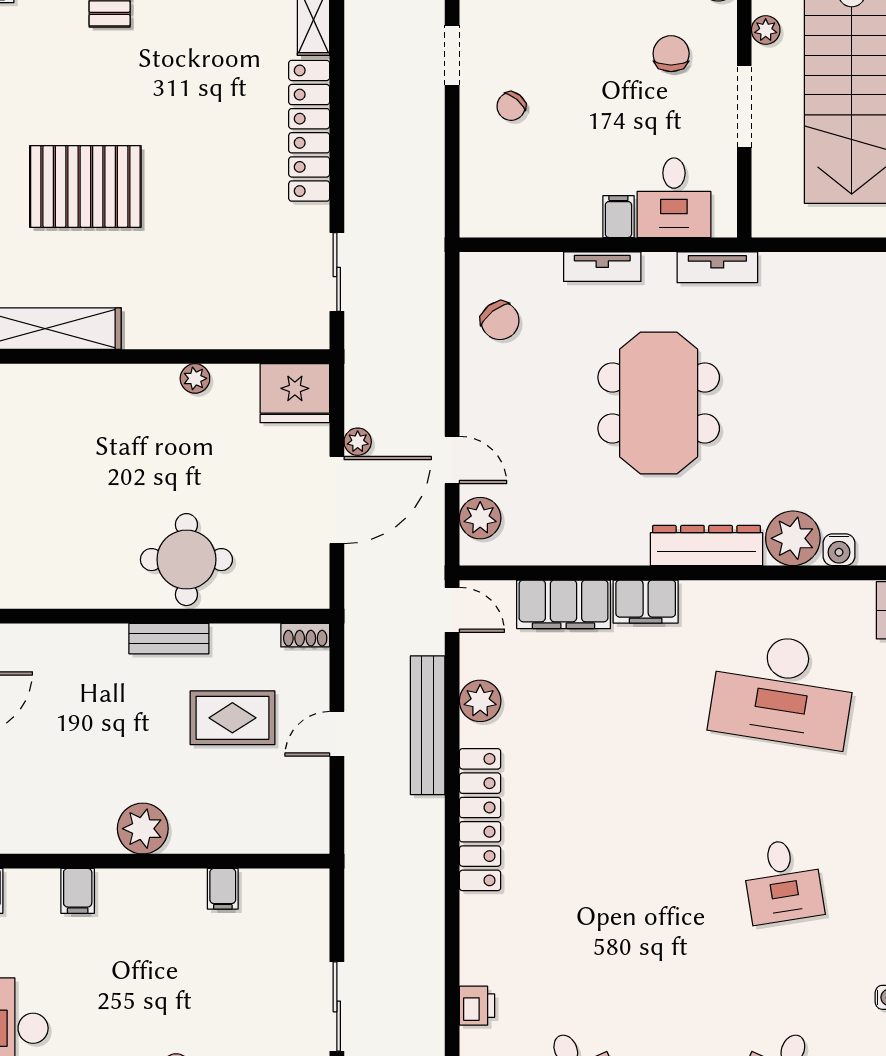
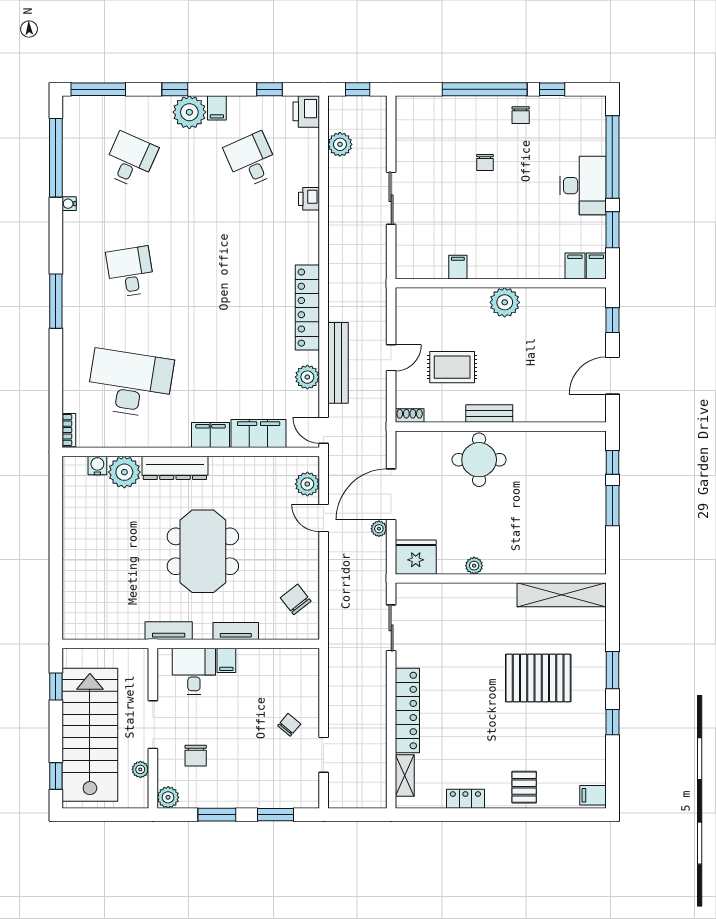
filing cabinet: (78, 891) -> (575, 266), moved

